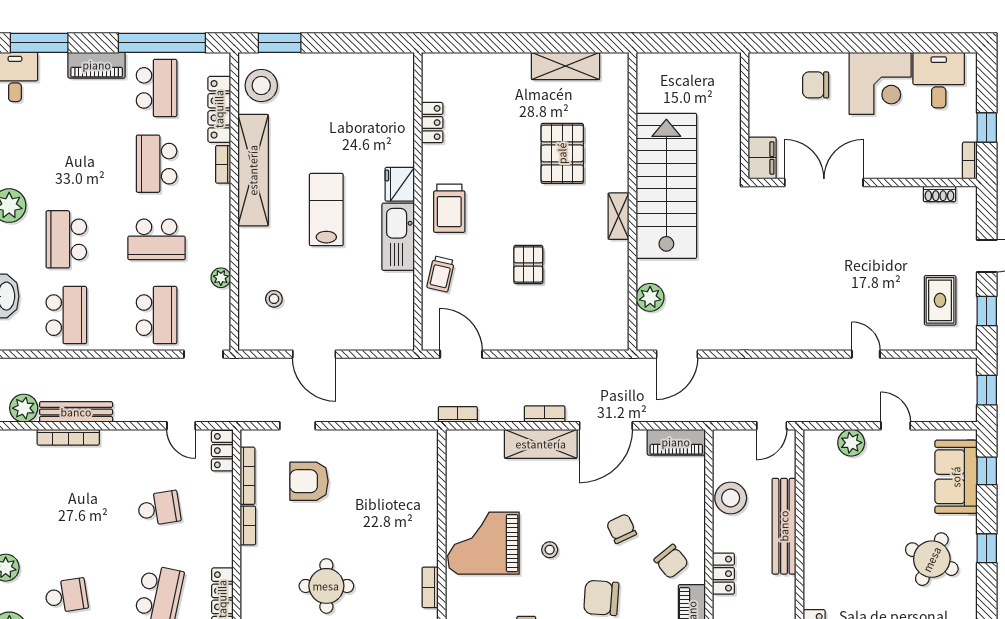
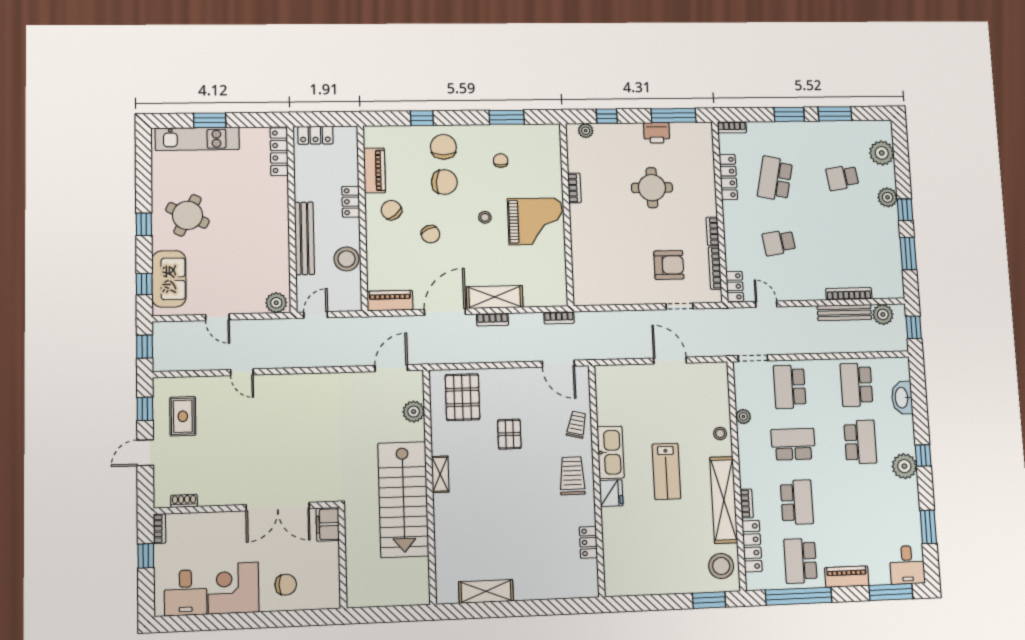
pallet: (562, 153) -> (463, 397), moved
stool: (274, 299) -> (720, 434), moved
plant: (851, 443) -> (276, 303), moved

